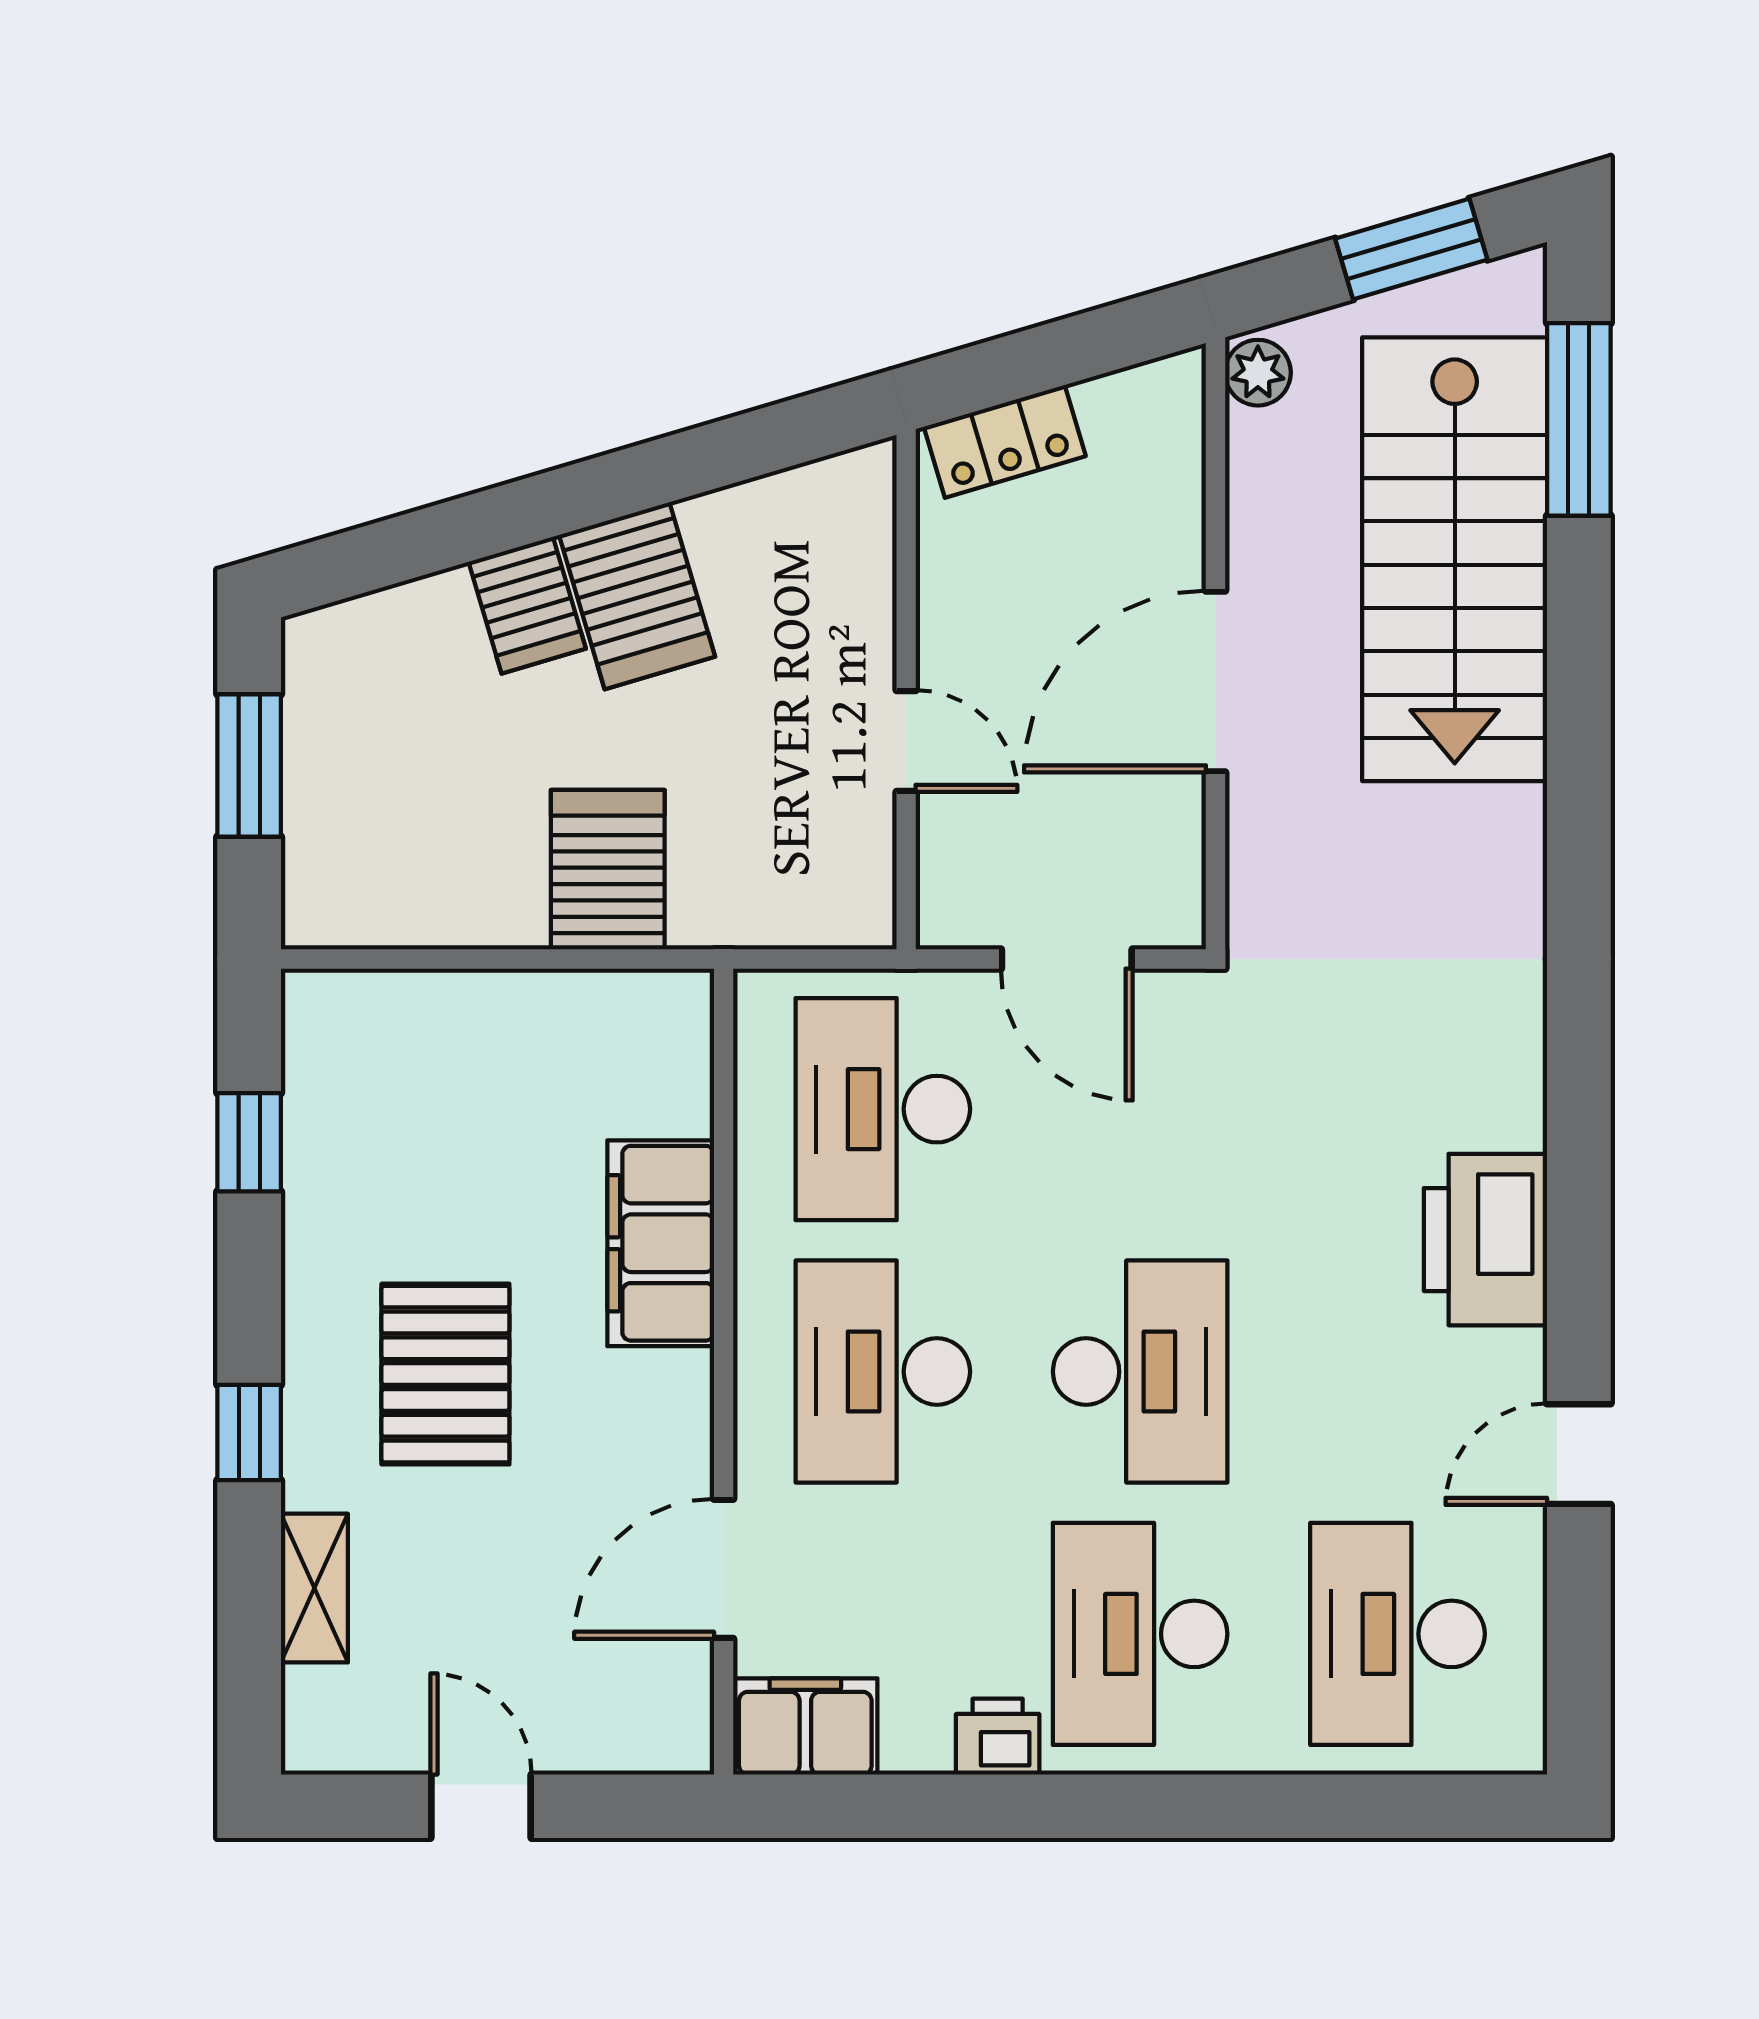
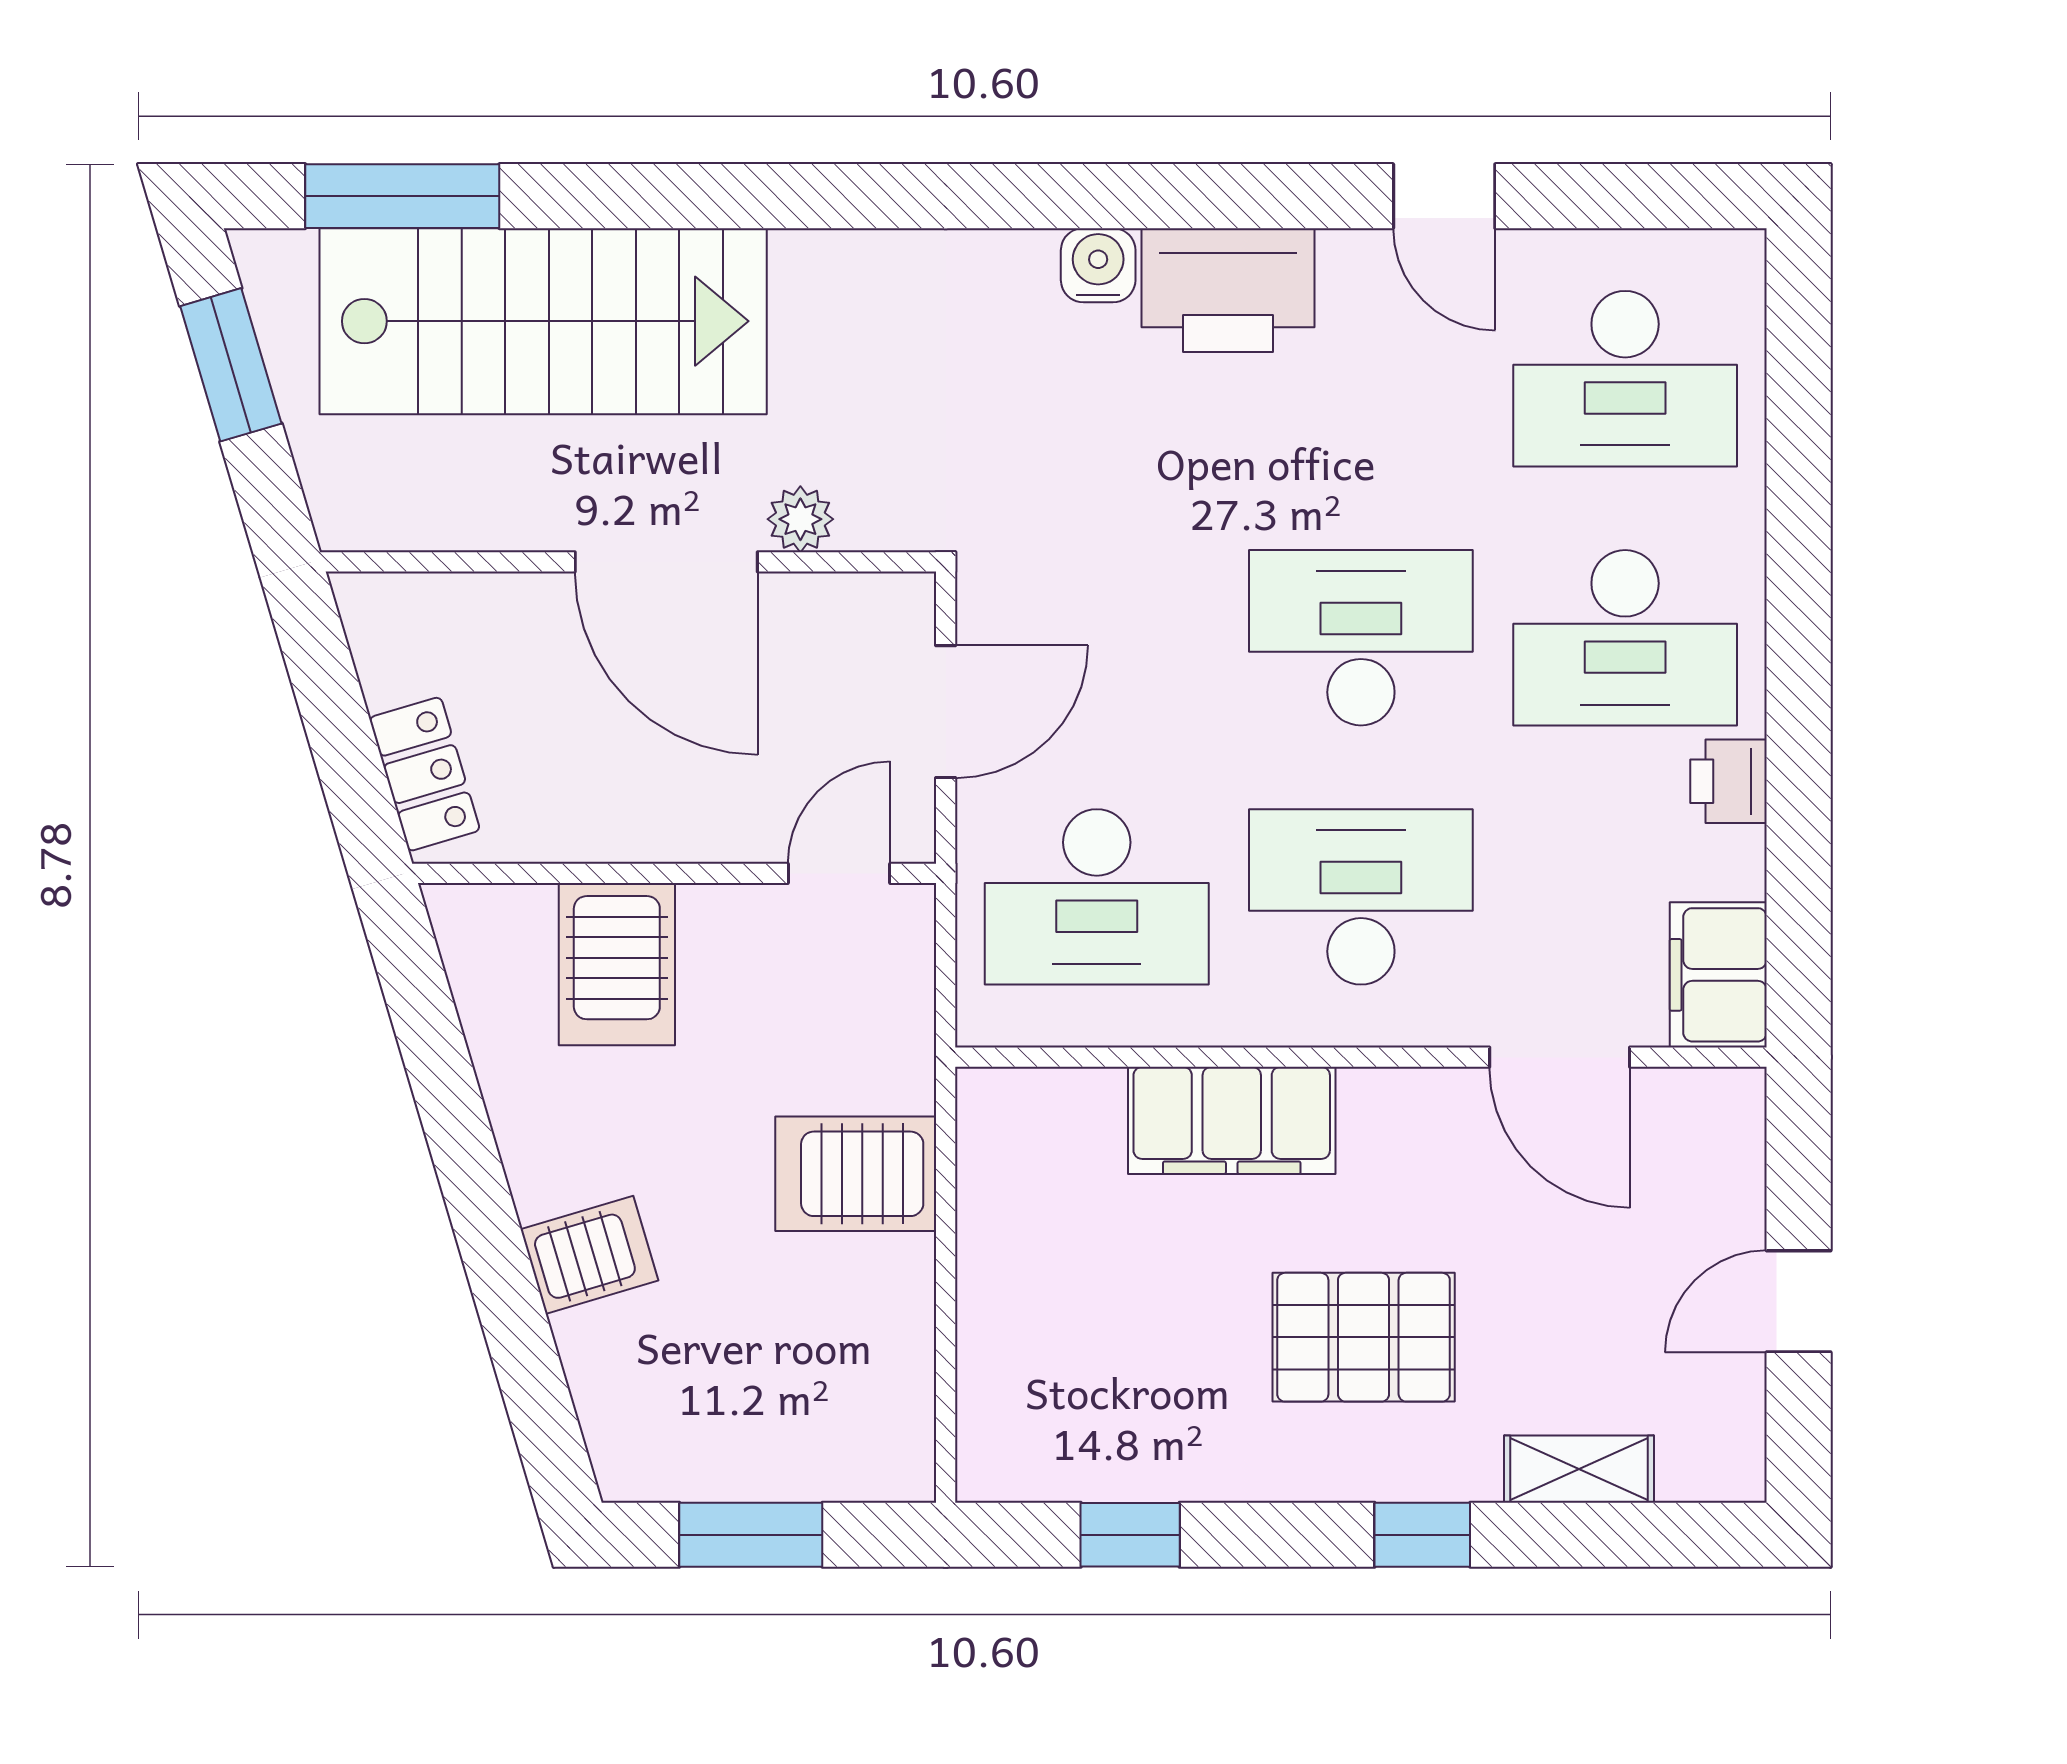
plant: (1258, 373) -> (800, 519), moved
server rack: (637, 596) -> (617, 964), moved, turned 107
door: (906, 741) -> (839, 873), moved
water cooler: (1510, 1111) -> (1098, 265), added
desk: (883, 1372) -> (1361, 897), turned 180

